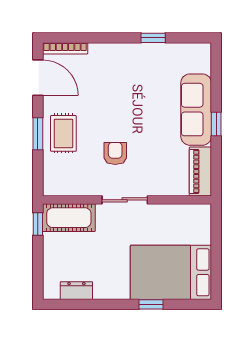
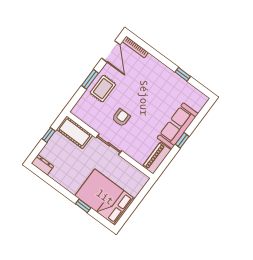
window: (38, 224) -> (49, 135), moved
dresser: (76, 291) -> (42, 165), moved

